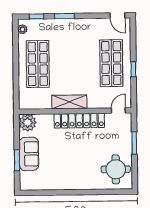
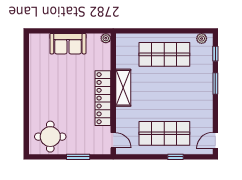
window: (133, 69) -> (175, 157), moved
plant: (28, 123) -> (106, 38), width x0.53, depth x0.53
window: (17, 160) -> (61, 31), removed

